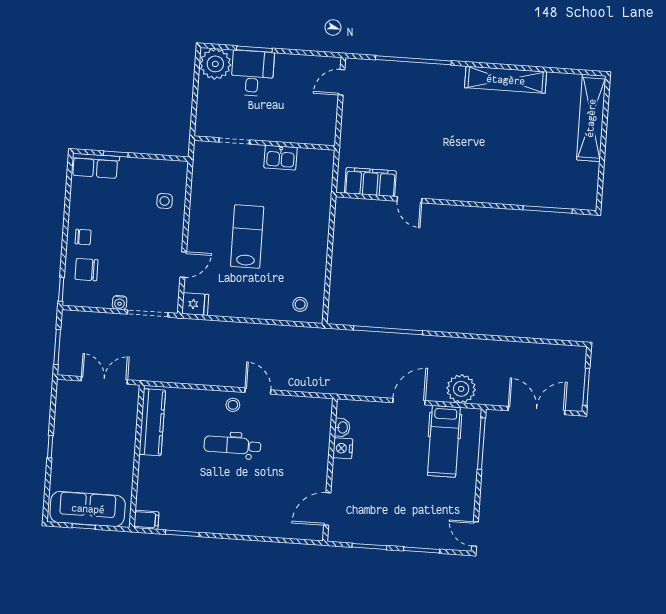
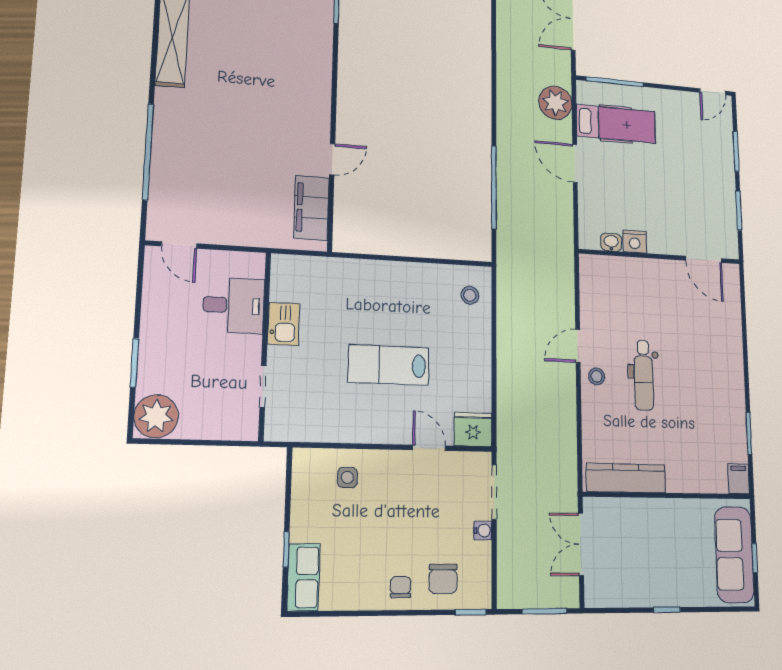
desk: (252, 73) -> (234, 305), moved, turned 180
fridge: (195, 304) -> (473, 429), width x1.38

